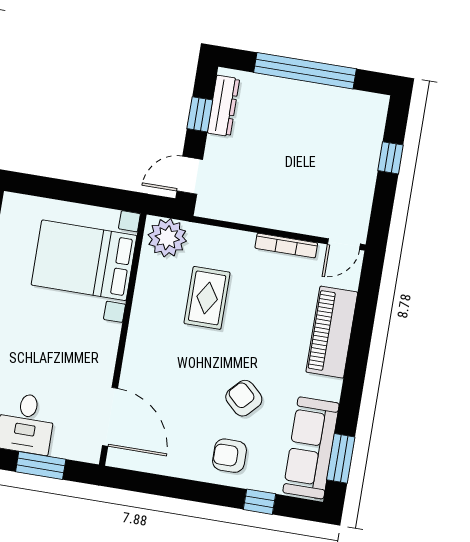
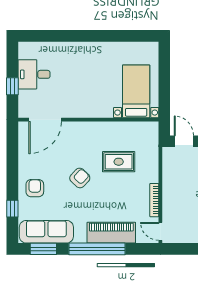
plant: (167, 238) -> (148, 135), removed
bed with nightstands: (84, 260) -> (136, 91), width x0.73
window: (357, 363) -> (97, 249), added
armchair: (244, 398) -> (80, 178), moved
window: (41, 465) -> (12, 86), width x0.67

